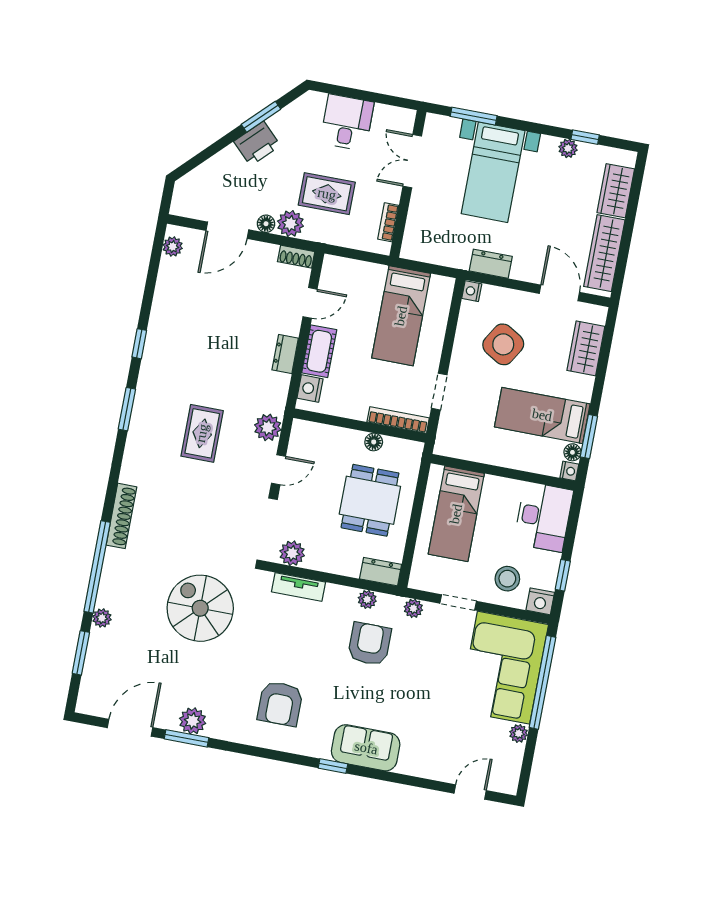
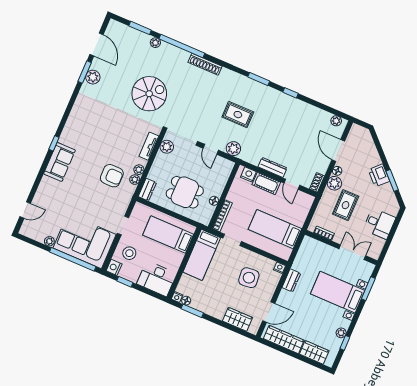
side table: (503, 344) -> (249, 278), turned -37
dresser: (285, 354) -> (273, 167), width x1.44
bed: (542, 415) -> (202, 255), moved, turned 180
plant: (413, 608) -> (139, 170), moved
armchair: (280, 704) -> (92, 124), removed
door: (470, 792) -> (25, 210), hinge flipped

